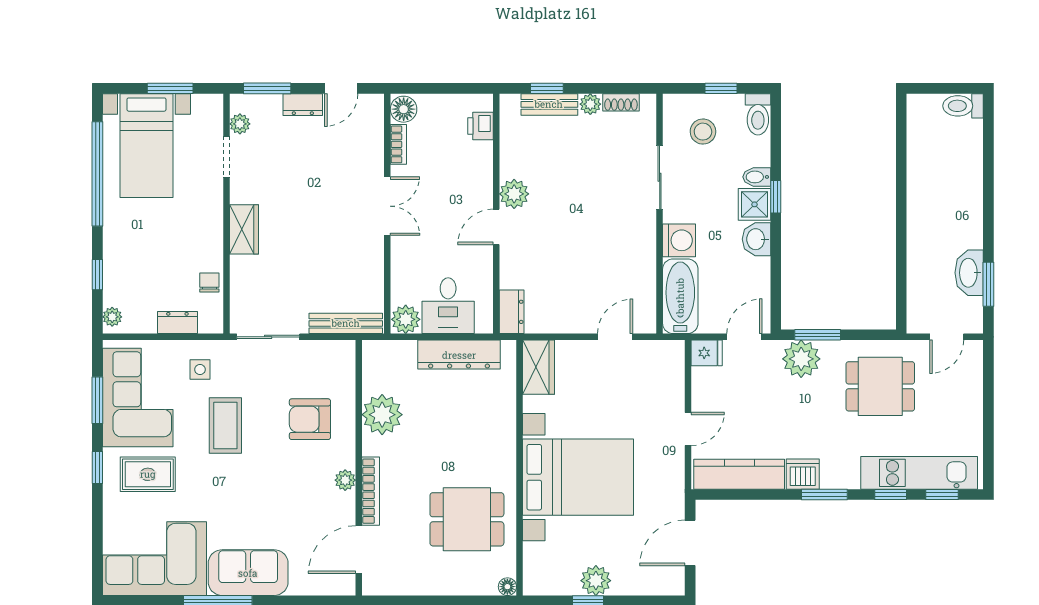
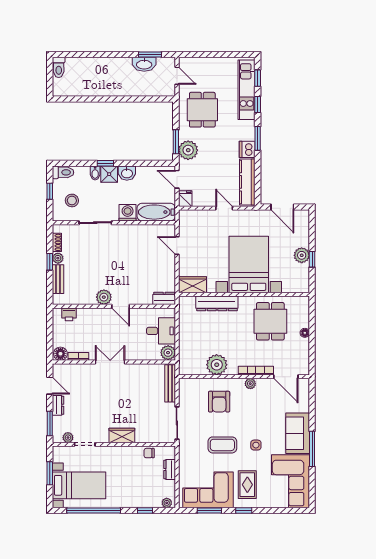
window: (547, 88) -> (50, 262), moved
dresser: (459, 355) -> (217, 303), moved, turned 90
side table: (200, 370) -> (256, 445), moved
floor lamp: (507, 587) -> (305, 333), moved

